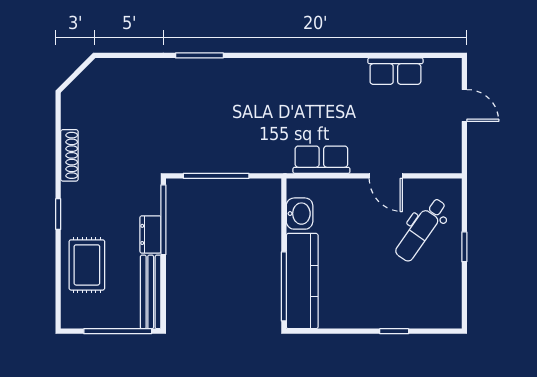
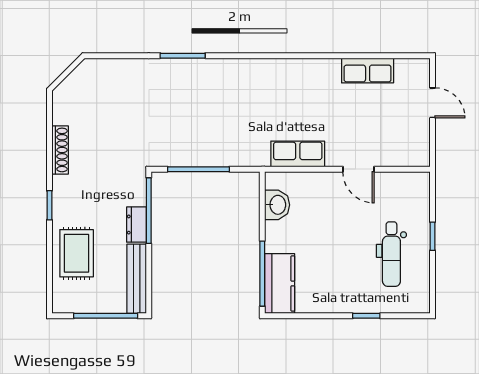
dental chair: (421, 230) -> (391, 254), moved, turned -35
kitchen counter: (302, 281) -> (280, 283), width x0.67

